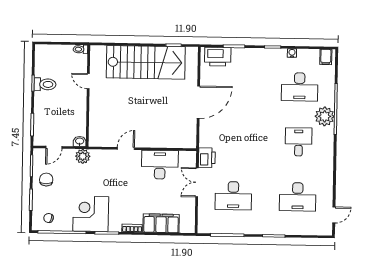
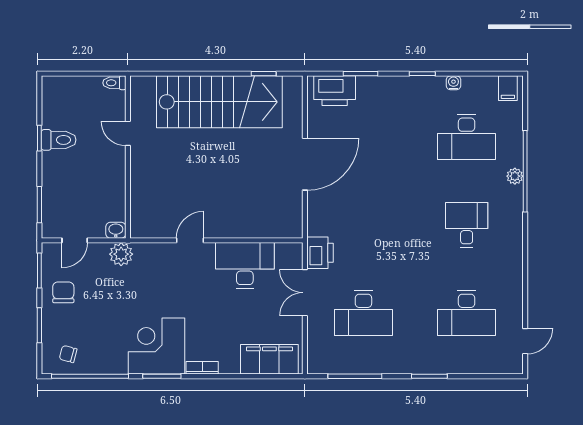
plant: (325, 116) -> (515, 176), width x0.53, depth x0.53
corner desk: (91, 214) -> (156, 346), moved
filing cabinet: (161, 223) -> (269, 359), moved

